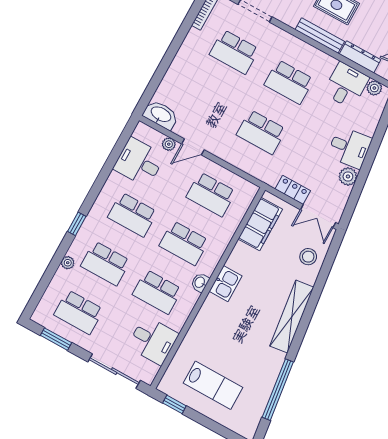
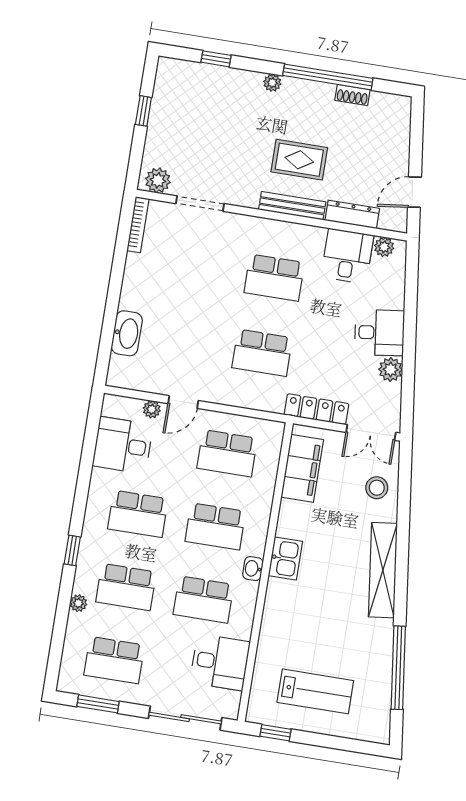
school desk: (234, 52) -> (192, 264), removed
washbasin: (161, 115) -> (127, 333), moved, turned 90
locker: (293, 190) -> (316, 409), width x1.53

